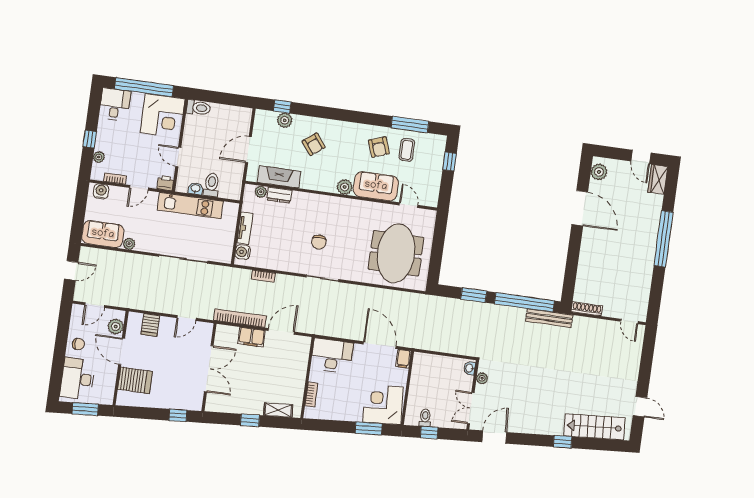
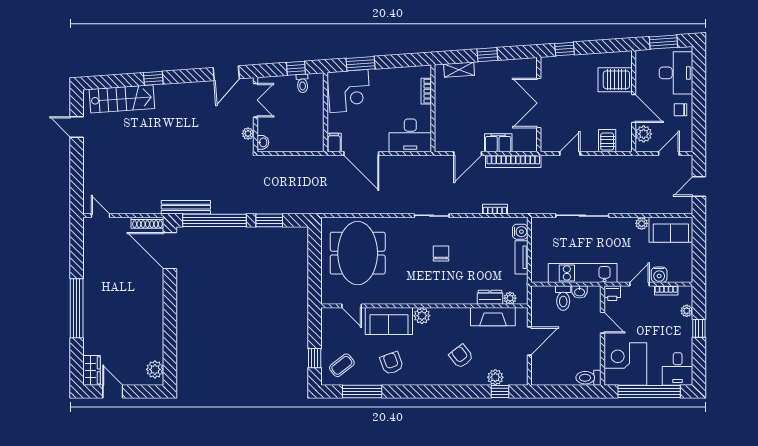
coffee table: (407, 150) -> (342, 365), moved, turned 52
water cooler: (101, 191) -> (659, 275), moved
door: (580, 208) -> (170, 251), moved

